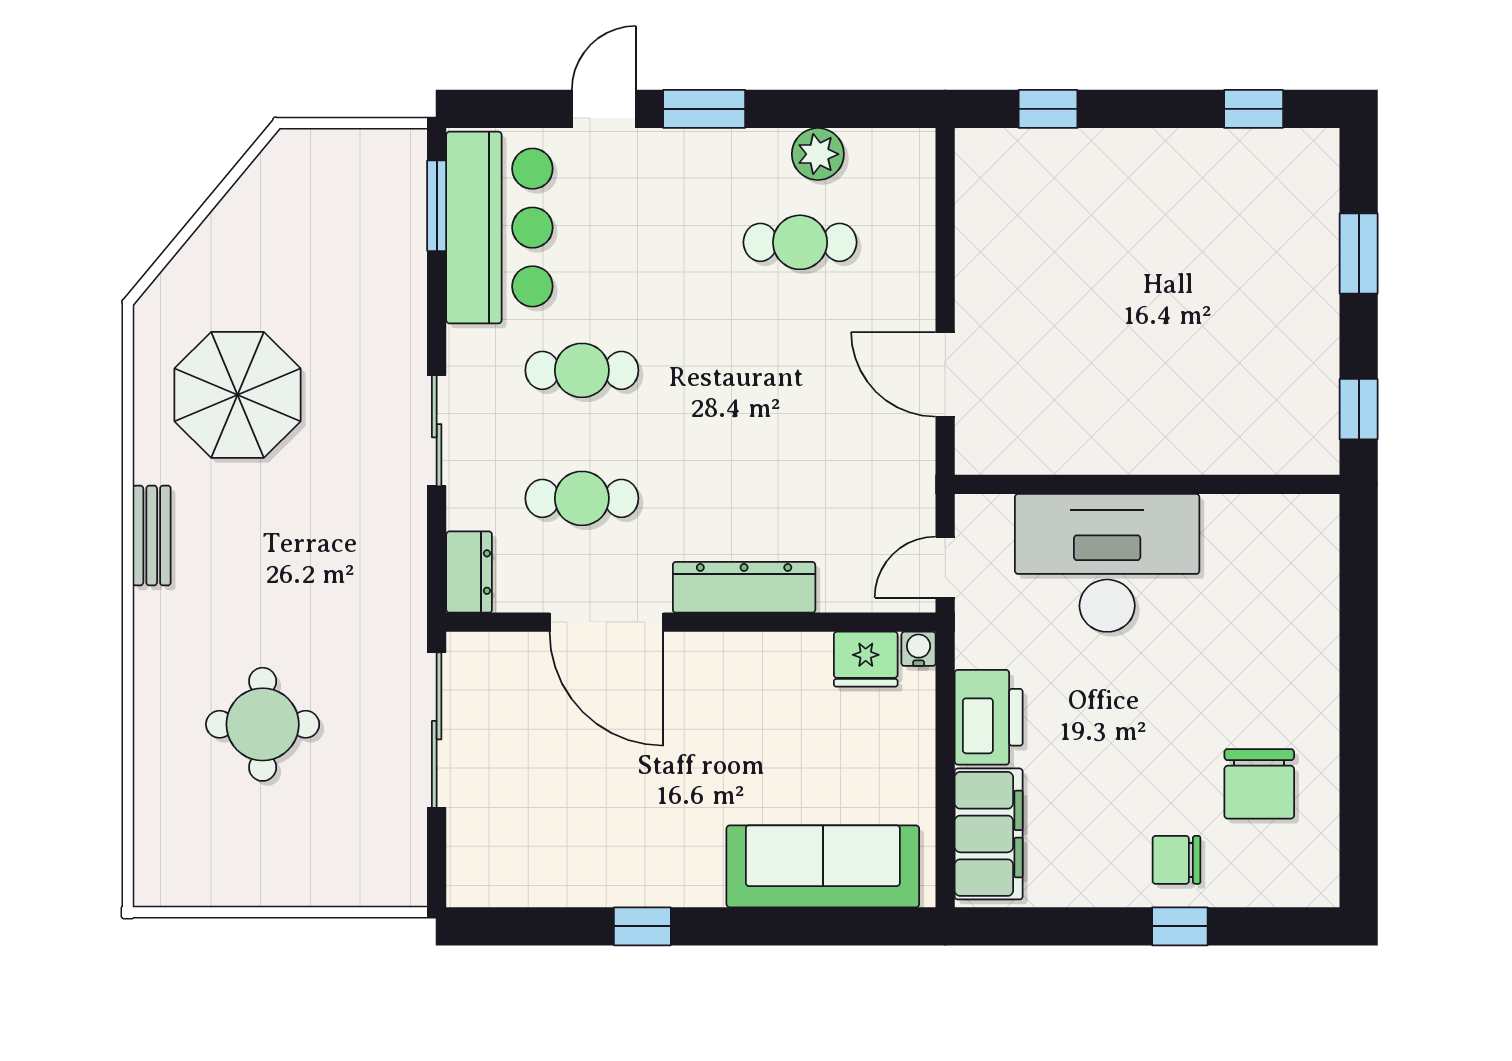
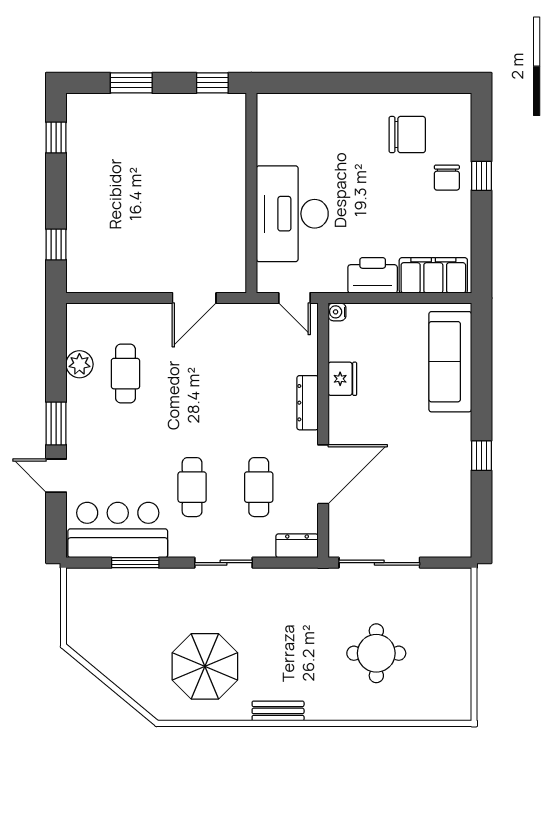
window: (437, 206) -> (135, 563), moved
dresser: (744, 587) -> (308, 403), width x0.73, depth x0.80
fridge: (866, 659) -> (342, 379), moved

